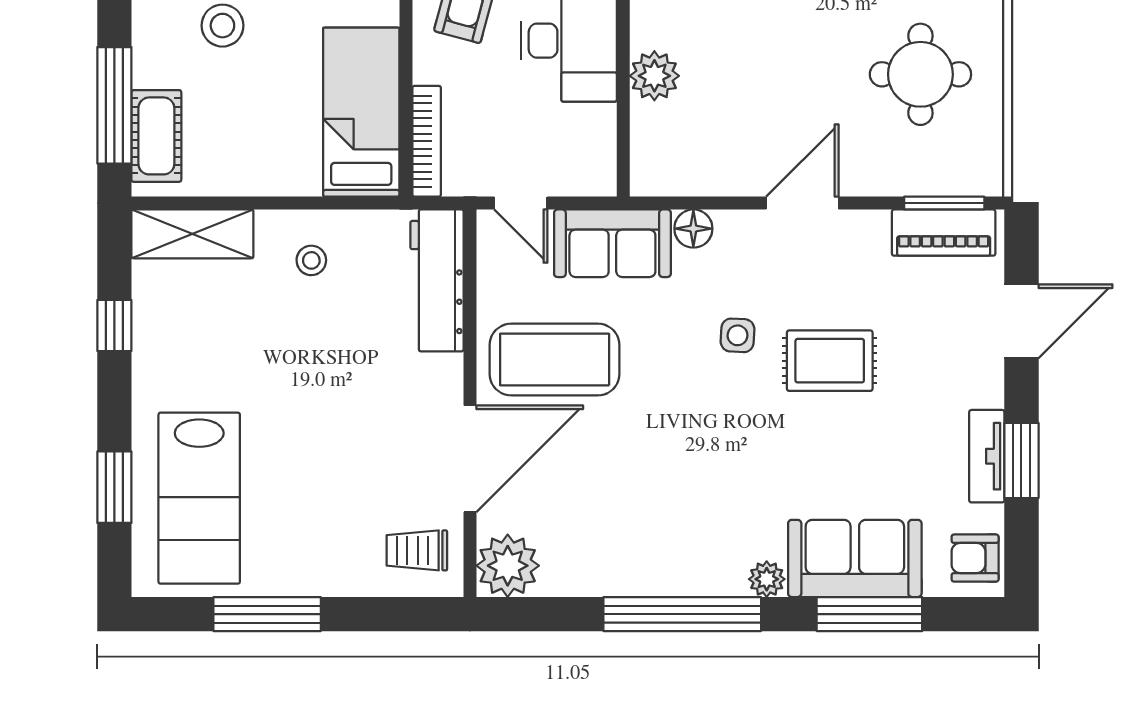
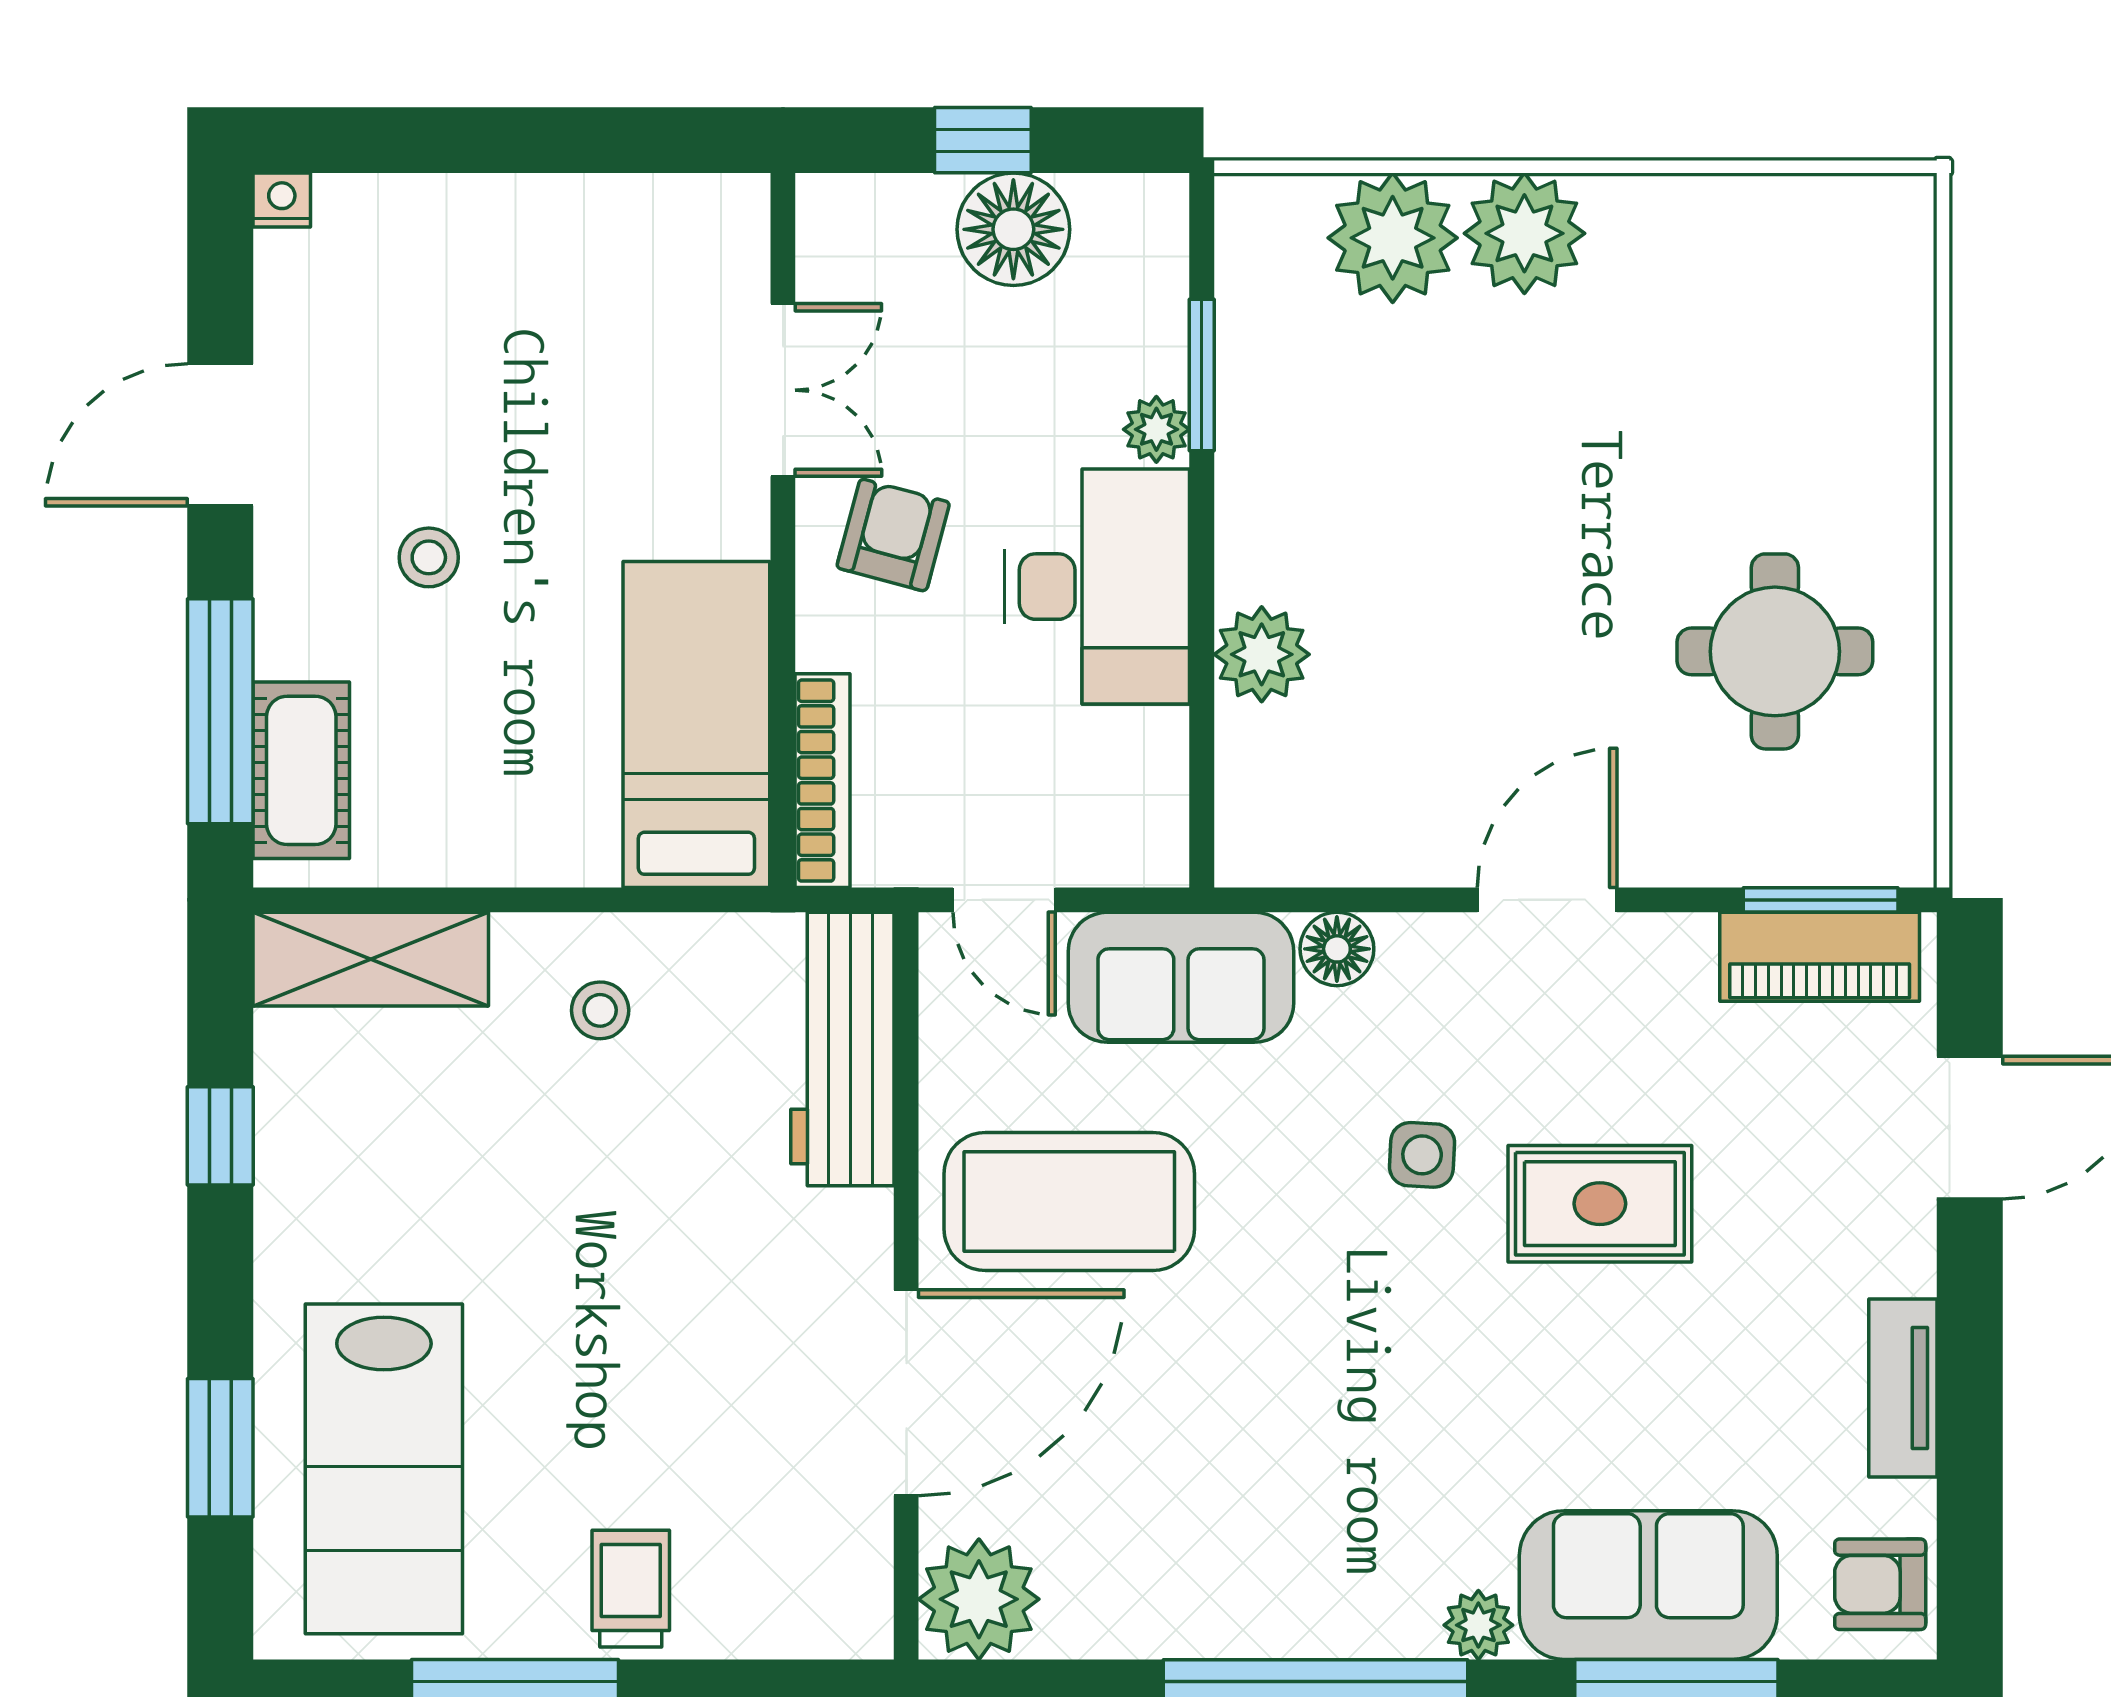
stool: (222, 26) -> (429, 557), width x0.73, depth x0.73
window: (1021, 460) -> (1970, 1396), removed
trolley: (417, 550) -> (631, 1589), moved, turned 90

